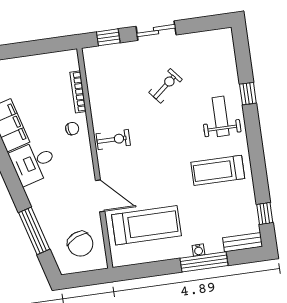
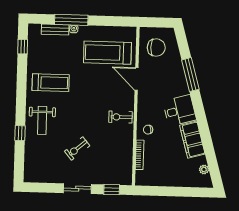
window: (34, 231) -> (190, 75), moved
bench: (243, 242) -> (55, 30), moved
chair: (80, 244) -> (156, 47), turned 114

